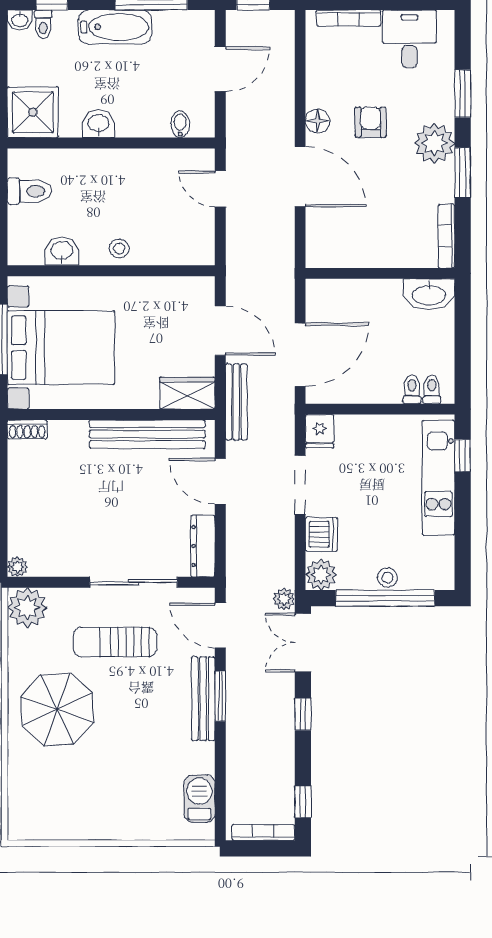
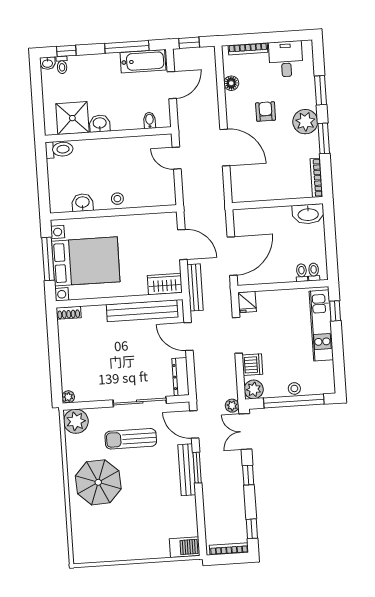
bathtub: (115, 27) -> (143, 61), moved
shower: (33, 112) -> (72, 118), moved
floor lamp: (318, 121) -> (231, 83), moved
toilet: (30, 191) -> (59, 149), moved
barbecue: (199, 799) -> (185, 547), moved, turned 90

